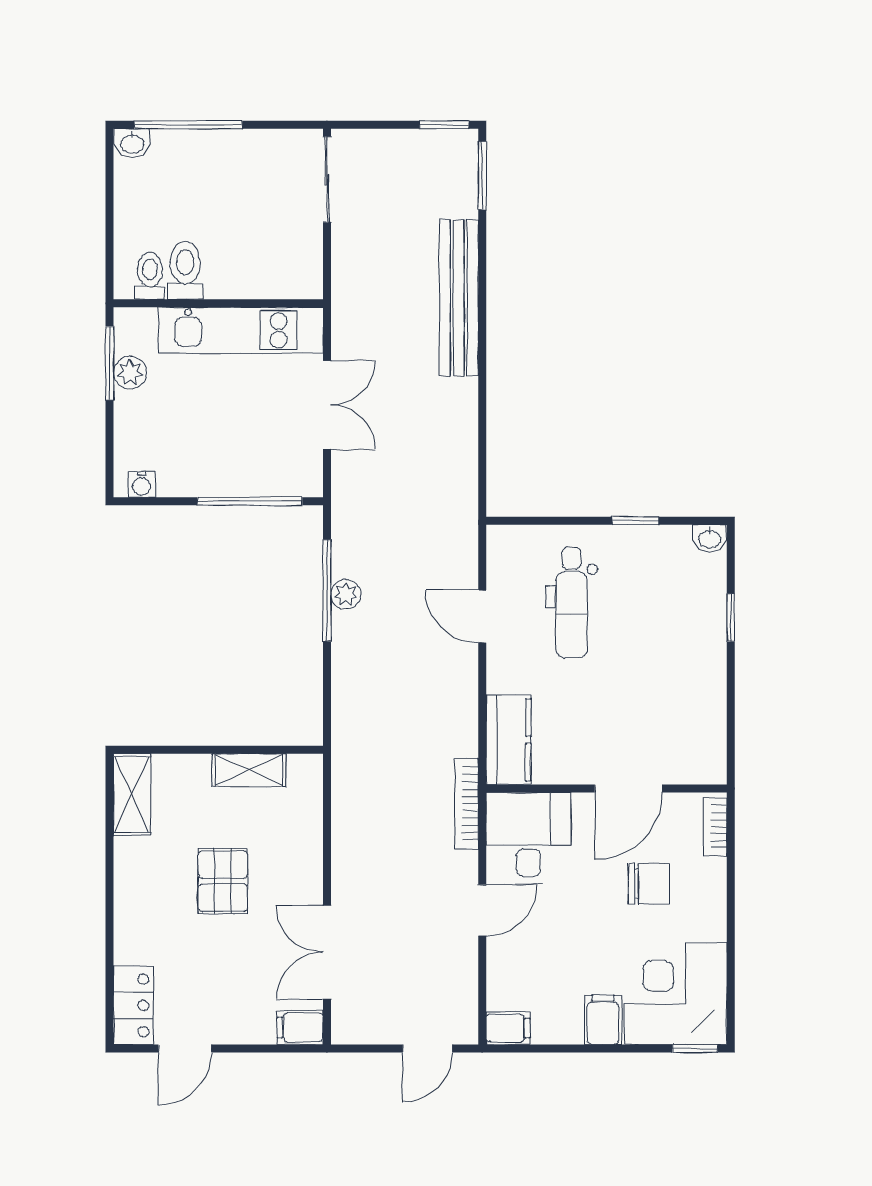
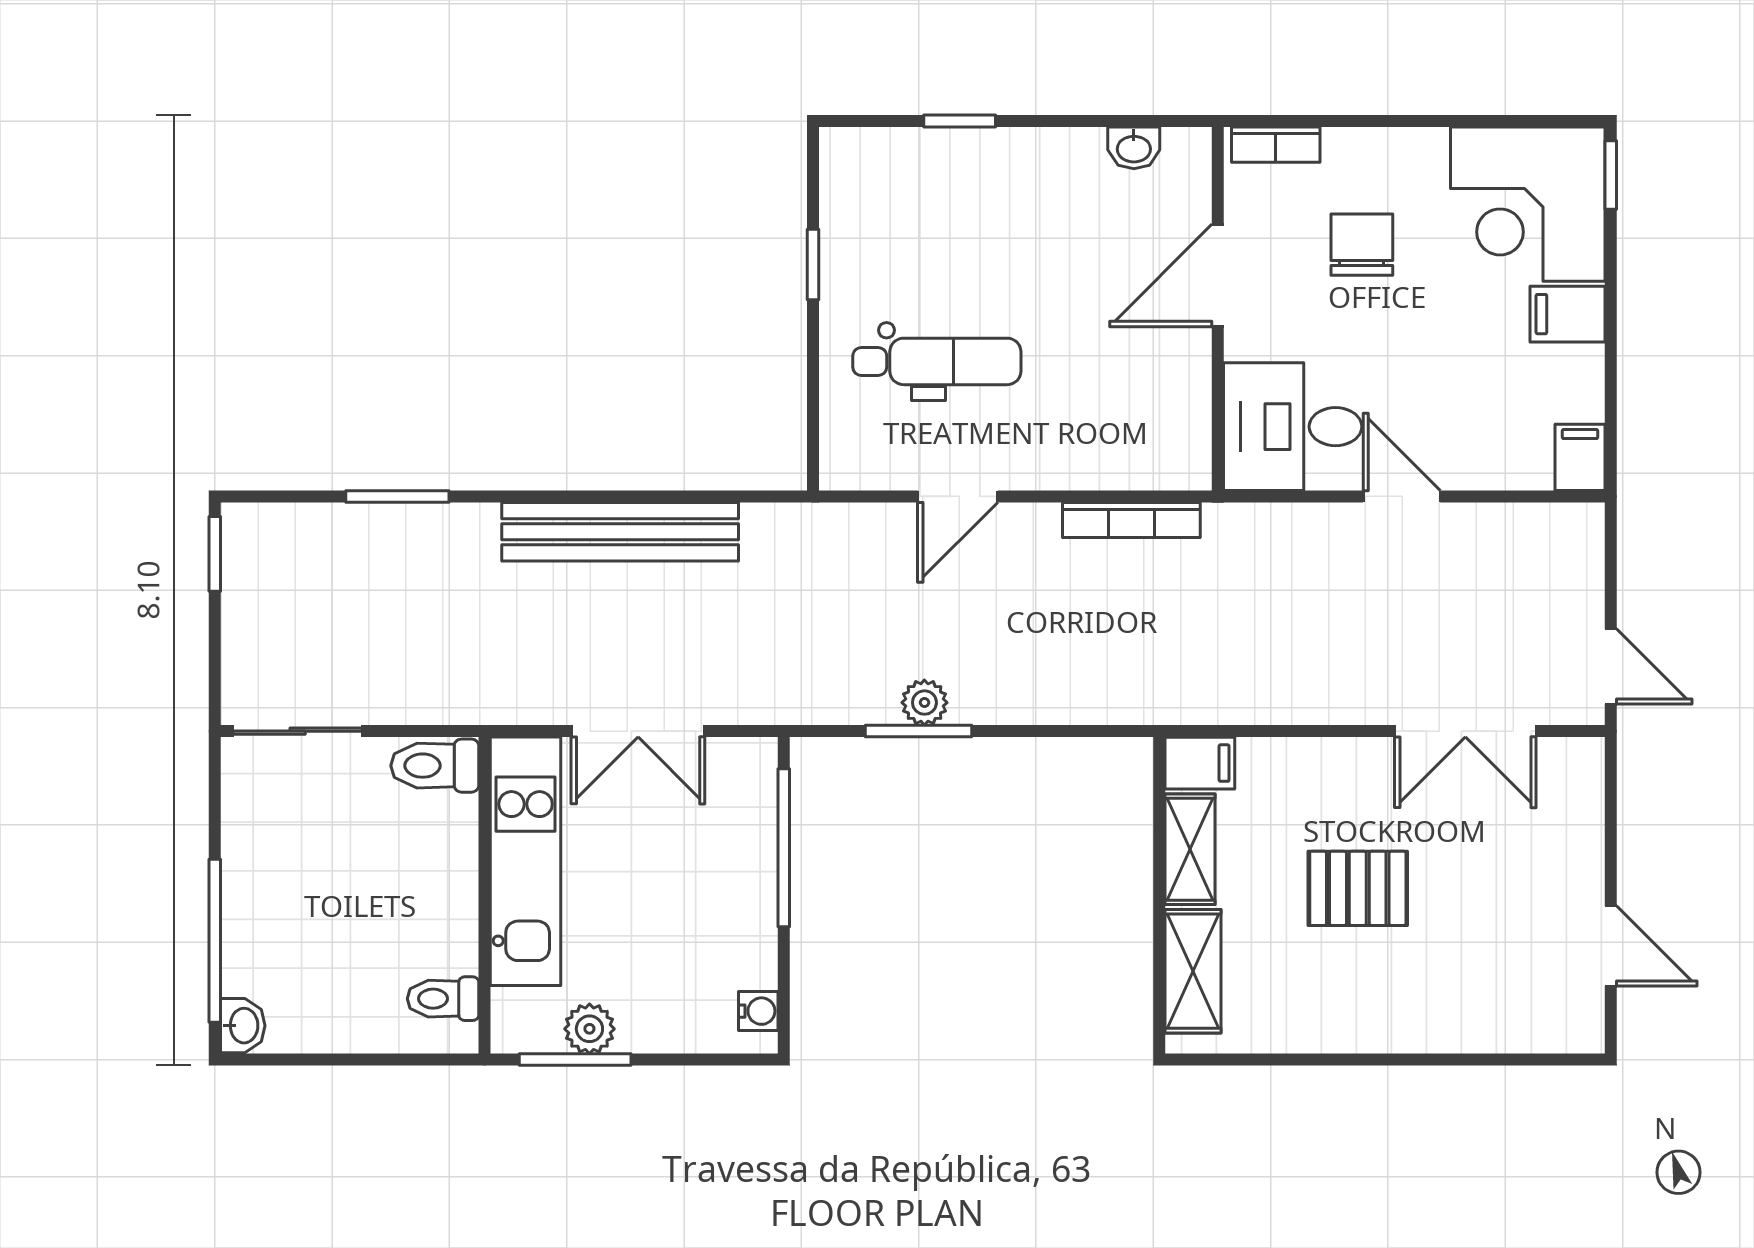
window: (482, 175) -> (397, 496), moved
toilet: (185, 270) -> (435, 766), moved
bench: (459, 298) -> (620, 532), moved
double door: (327, 405) -> (638, 731), swing flipped
washbasin: (710, 538) -> (1134, 148), moved, turned 90
window: (327, 590) -> (919, 731), width x0.69
kitchen counter: (509, 740) -> (1144, 457), removed
door: (629, 788) -> (1218, 275), swing flipped
shelving: (132, 795) -> (1193, 971), moved, turned 90
bookcase: (467, 804) -> (1131, 520), moved
locker: (133, 1005) -> (1545, 1024), removed
filing cabinet: (300, 1027) -> (1200, 763), moved, turned -90
door: (428, 1049) -> (1611, 666), moved

